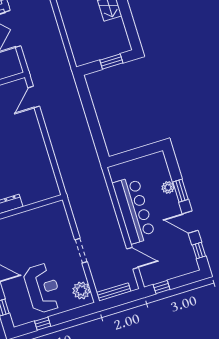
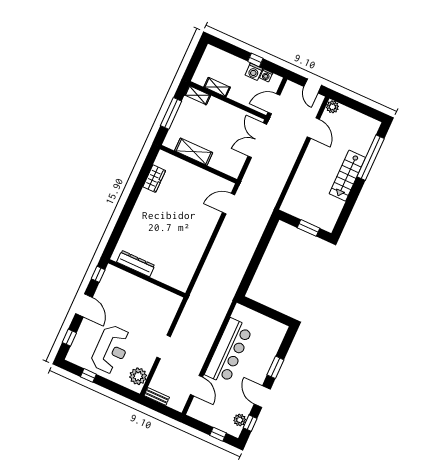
plant: (168, 187) -> (240, 420), moved
window: (162, 287) -> (218, 434), moved
bench: (114, 292) -> (157, 396), width x0.73

